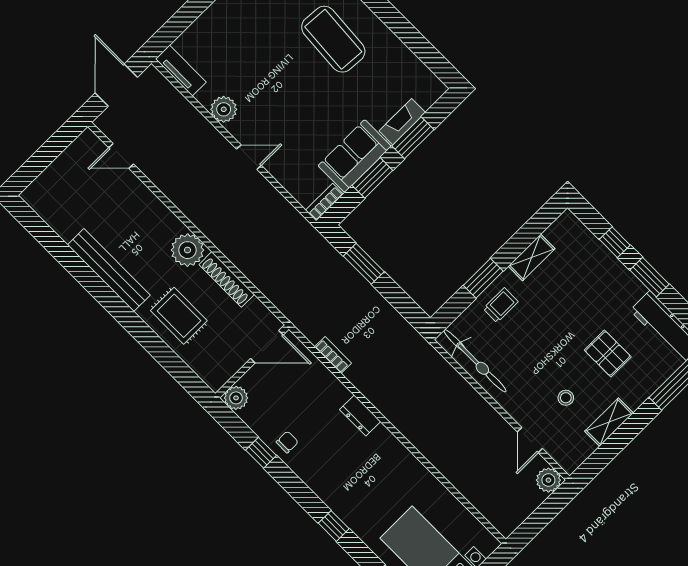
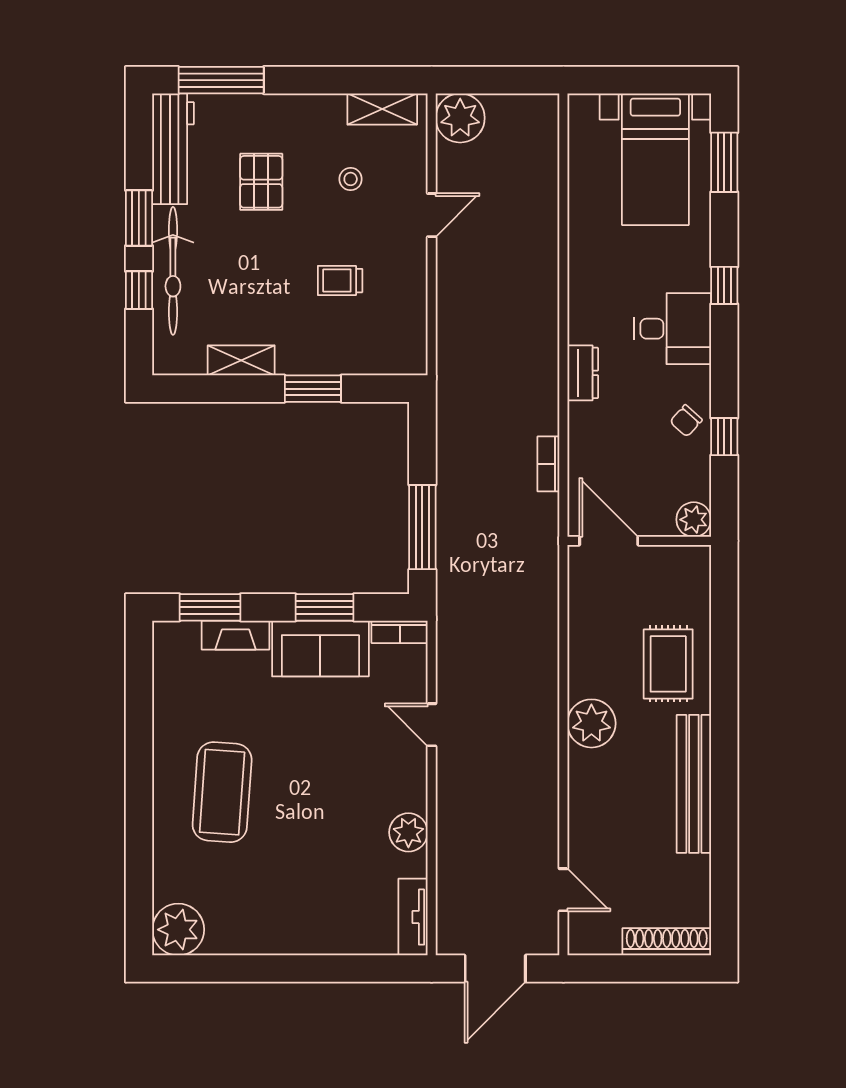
window: (413, 138) -> (210, 607), moved
door: (249, 157) -> (432, 725), moved
window: (364, 264) -> (422, 527), width x1.44
shoe rack: (227, 279) -> (667, 942), moved, turned -90
trolley: (501, 305) -> (340, 281), moved
bicycle: (475, 361) -> (173, 271), moved, turned 180
shelving: (609, 422) -> (382, 109), moved
door: (530, 440) -> (432, 215), moved
chair: (287, 442) -> (686, 421), turned -48
desk: (338, 480) -> (673, 329), added
plant: (548, 480) -> (460, 118), width x1.36, depth x1.36

